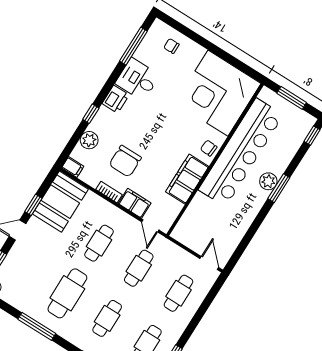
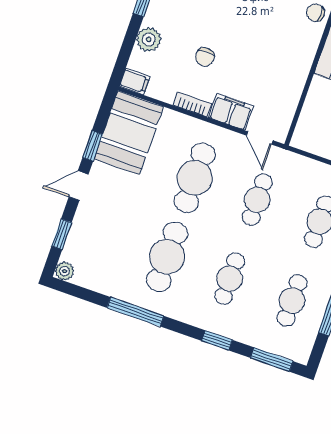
chair: (125, 161) -> (205, 57), width x0.54, depth x0.54
filing cabinet: (187, 179) -> (296, 62), removed
cafe table: (99, 243) -> (195, 178), width x1.37, depth x1.35

